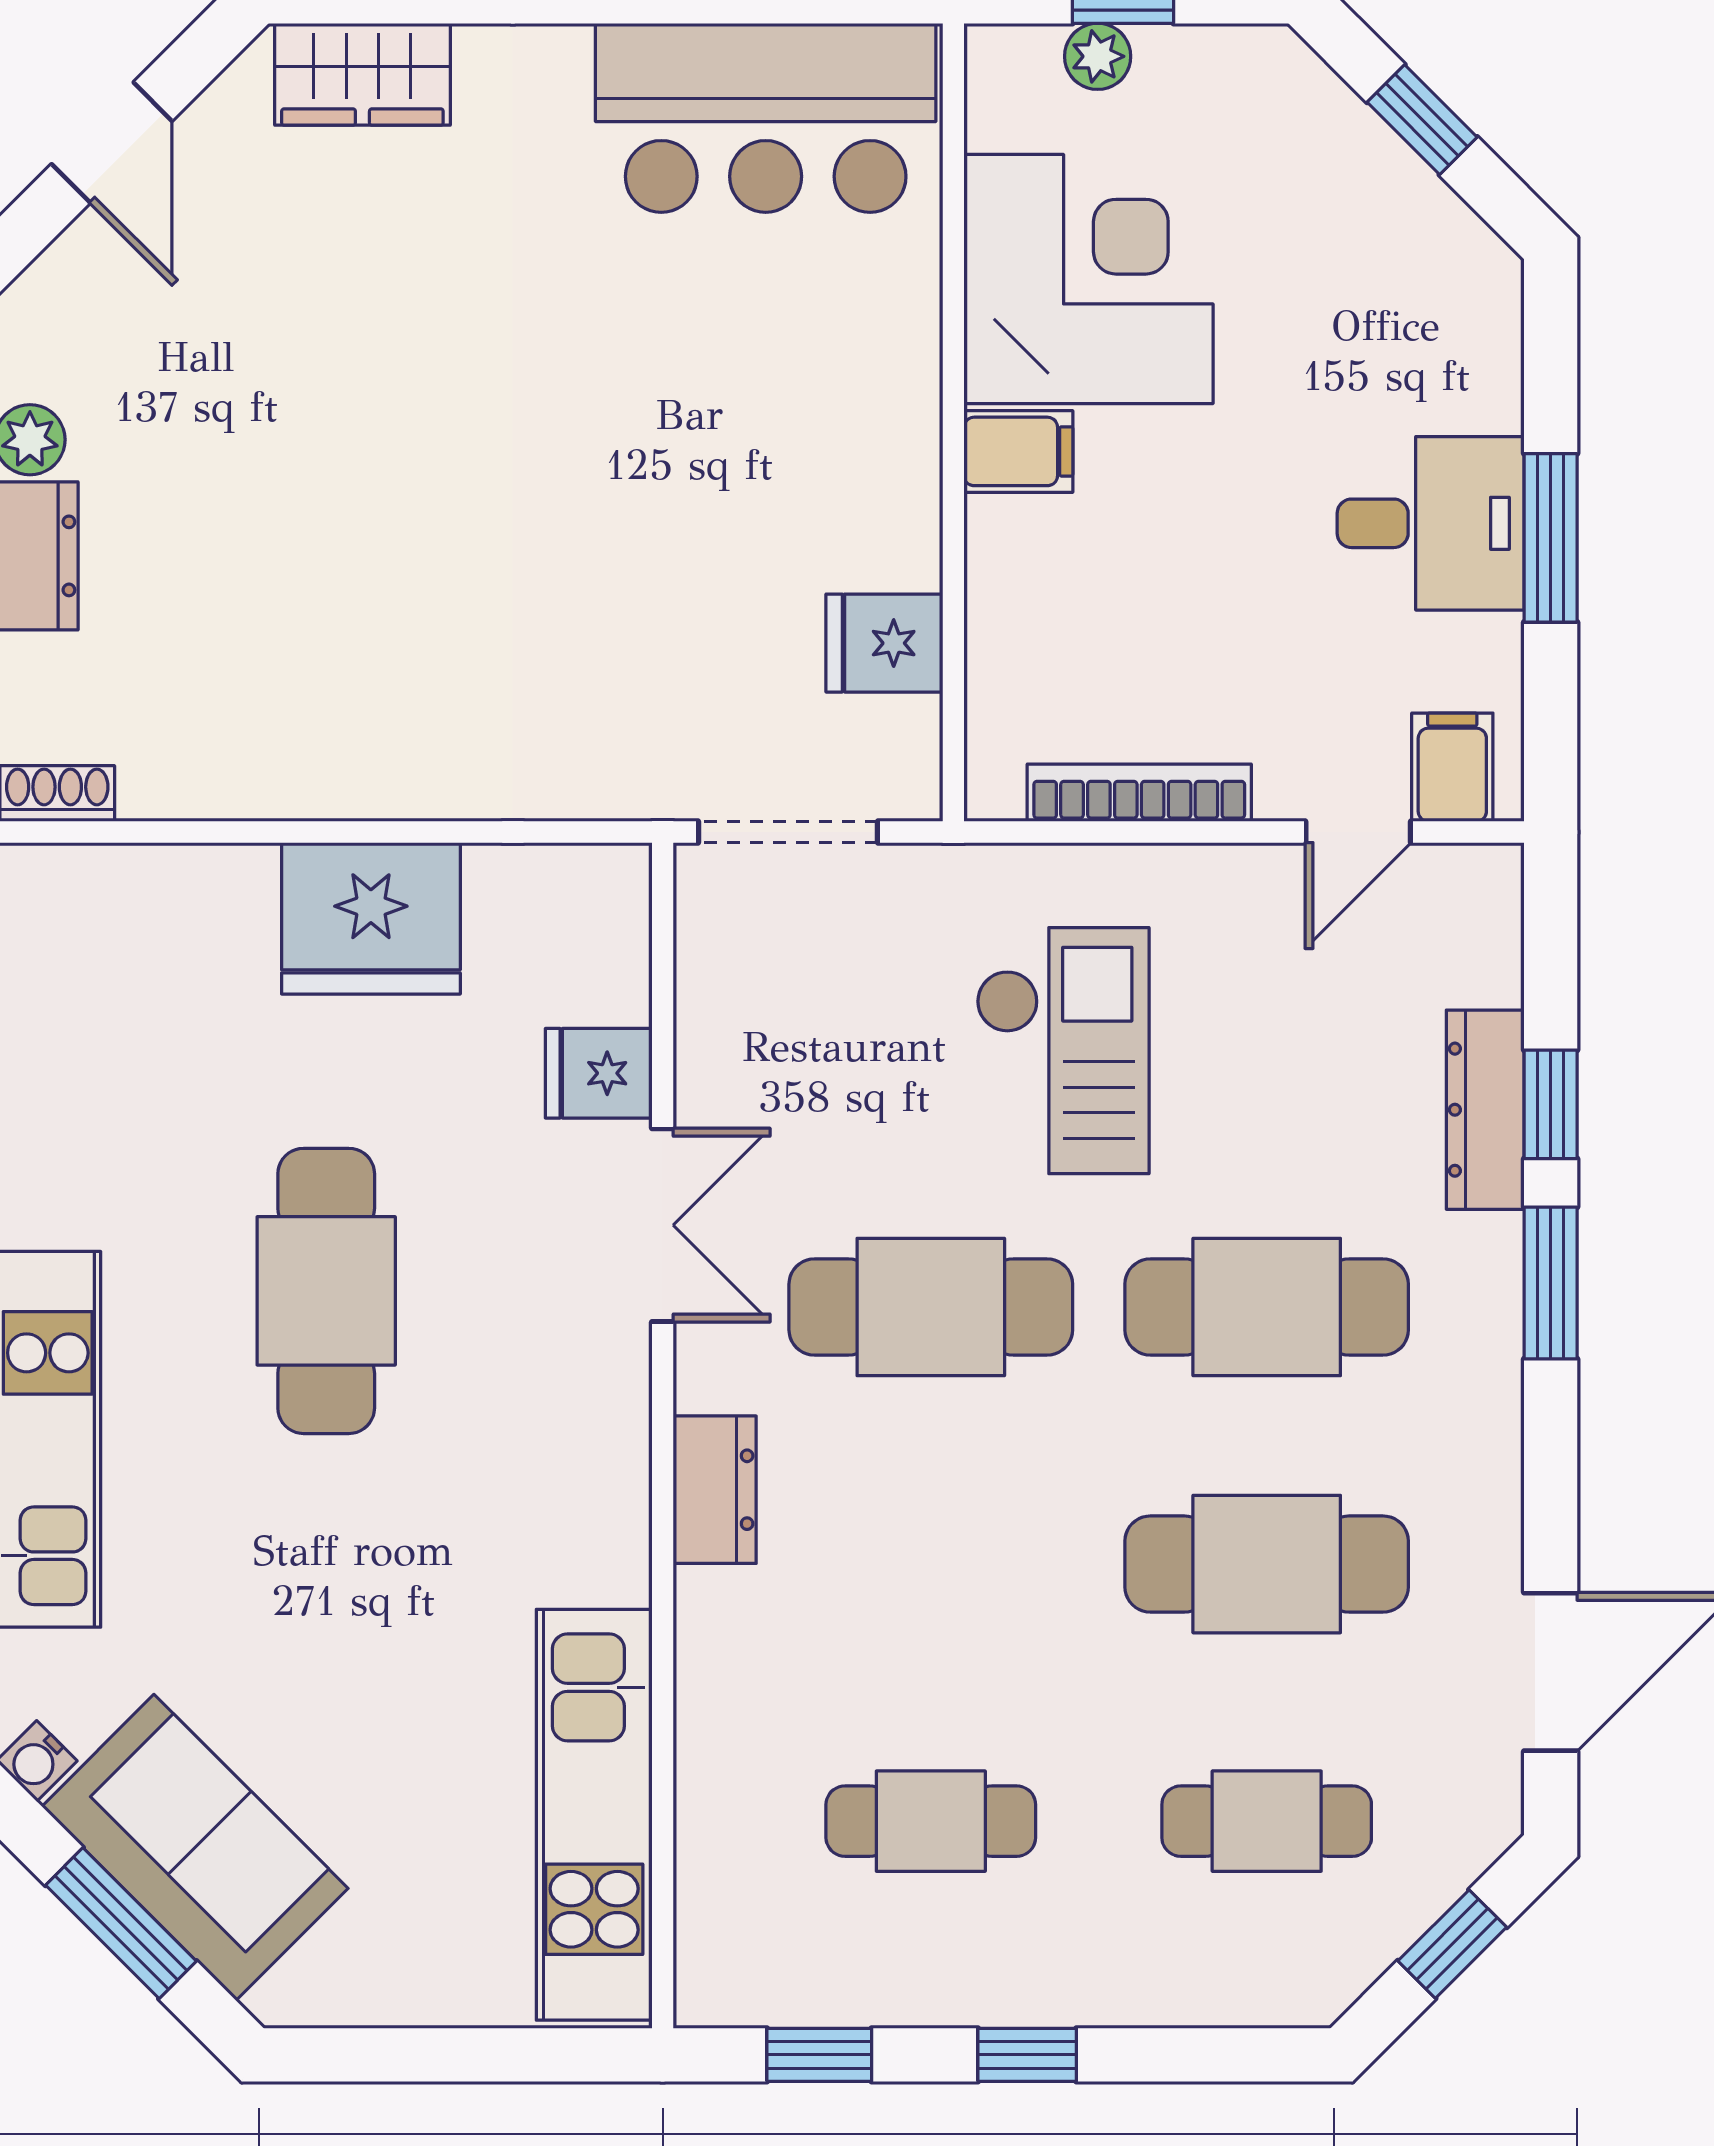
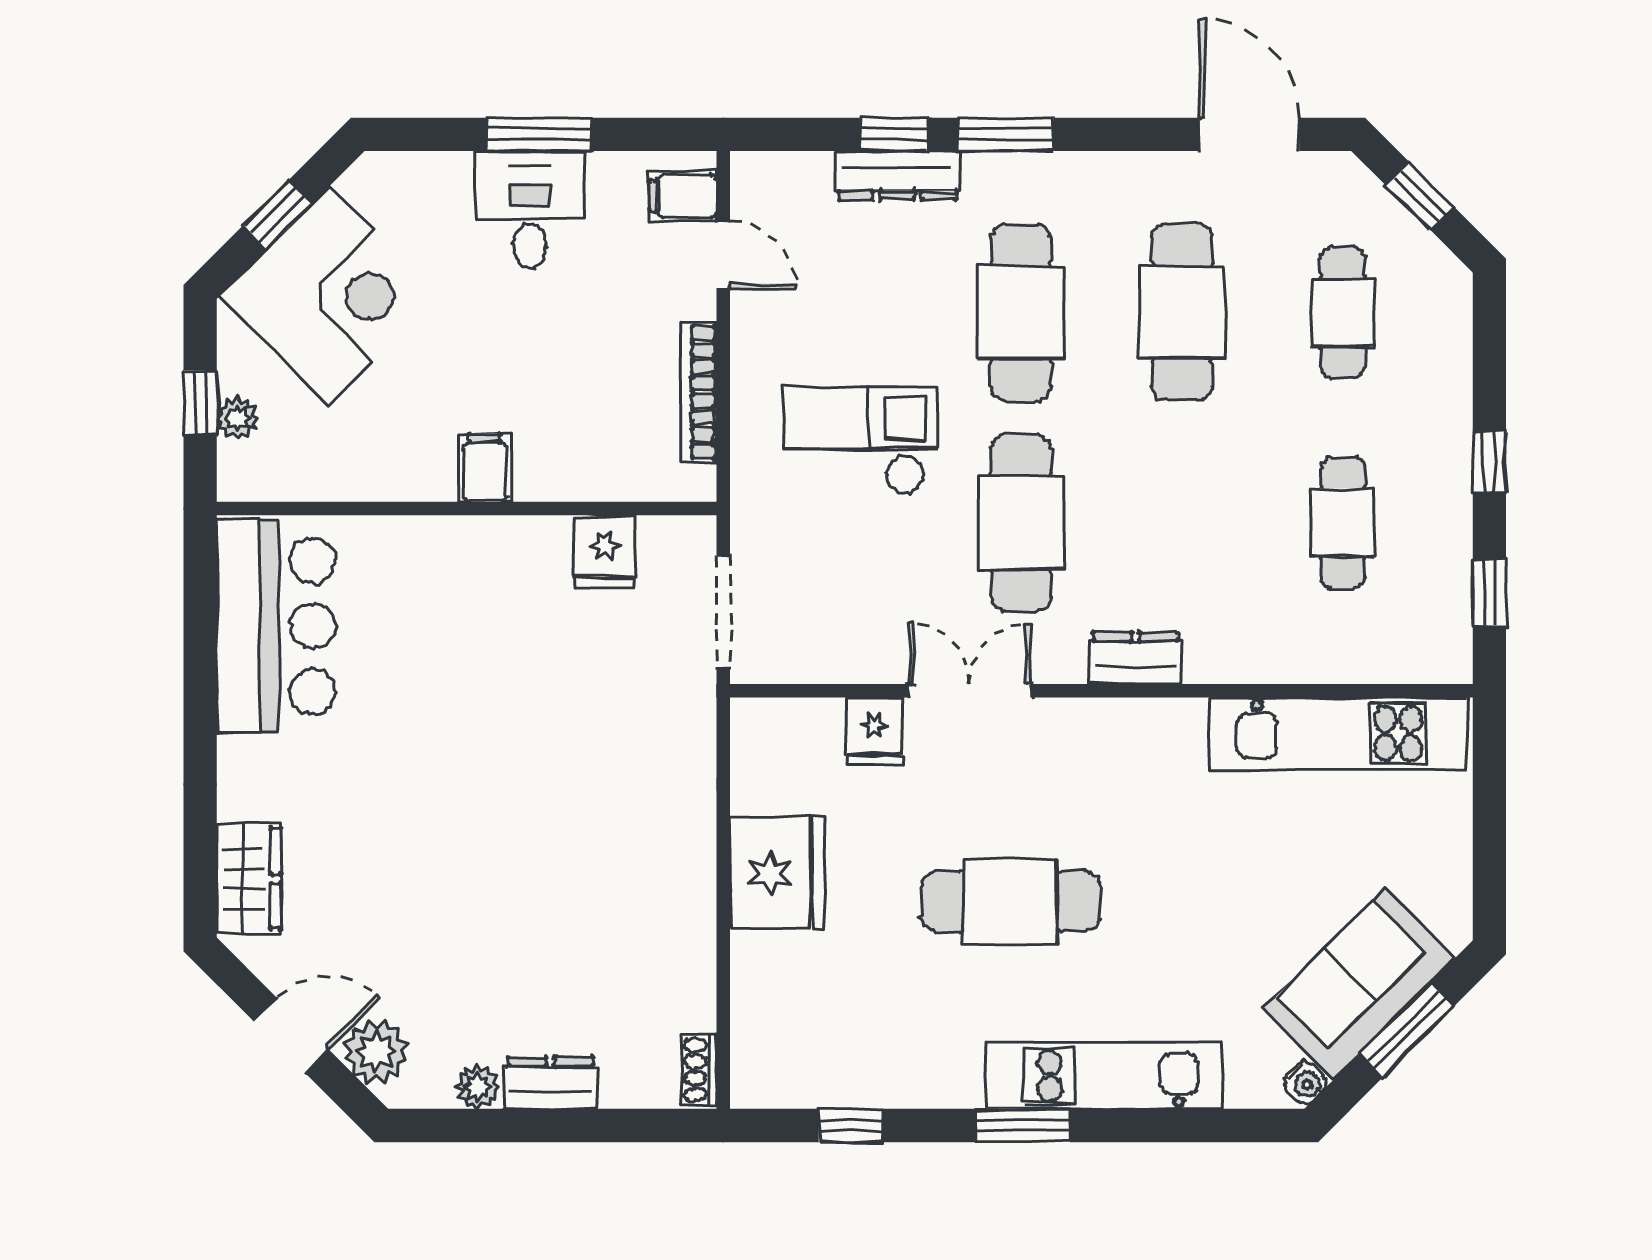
plant: (86, 278) -> (376, 1052), added
corner desk: (1089, 279) -> (330, 296), moved, turned 135

